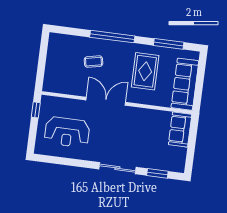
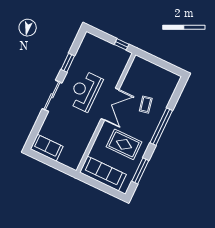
sofa: (180, 129) -> (47, 148), moved
reception desk: (67, 132) -> (85, 91), moved
window: (157, 173) -> (68, 63), moved

